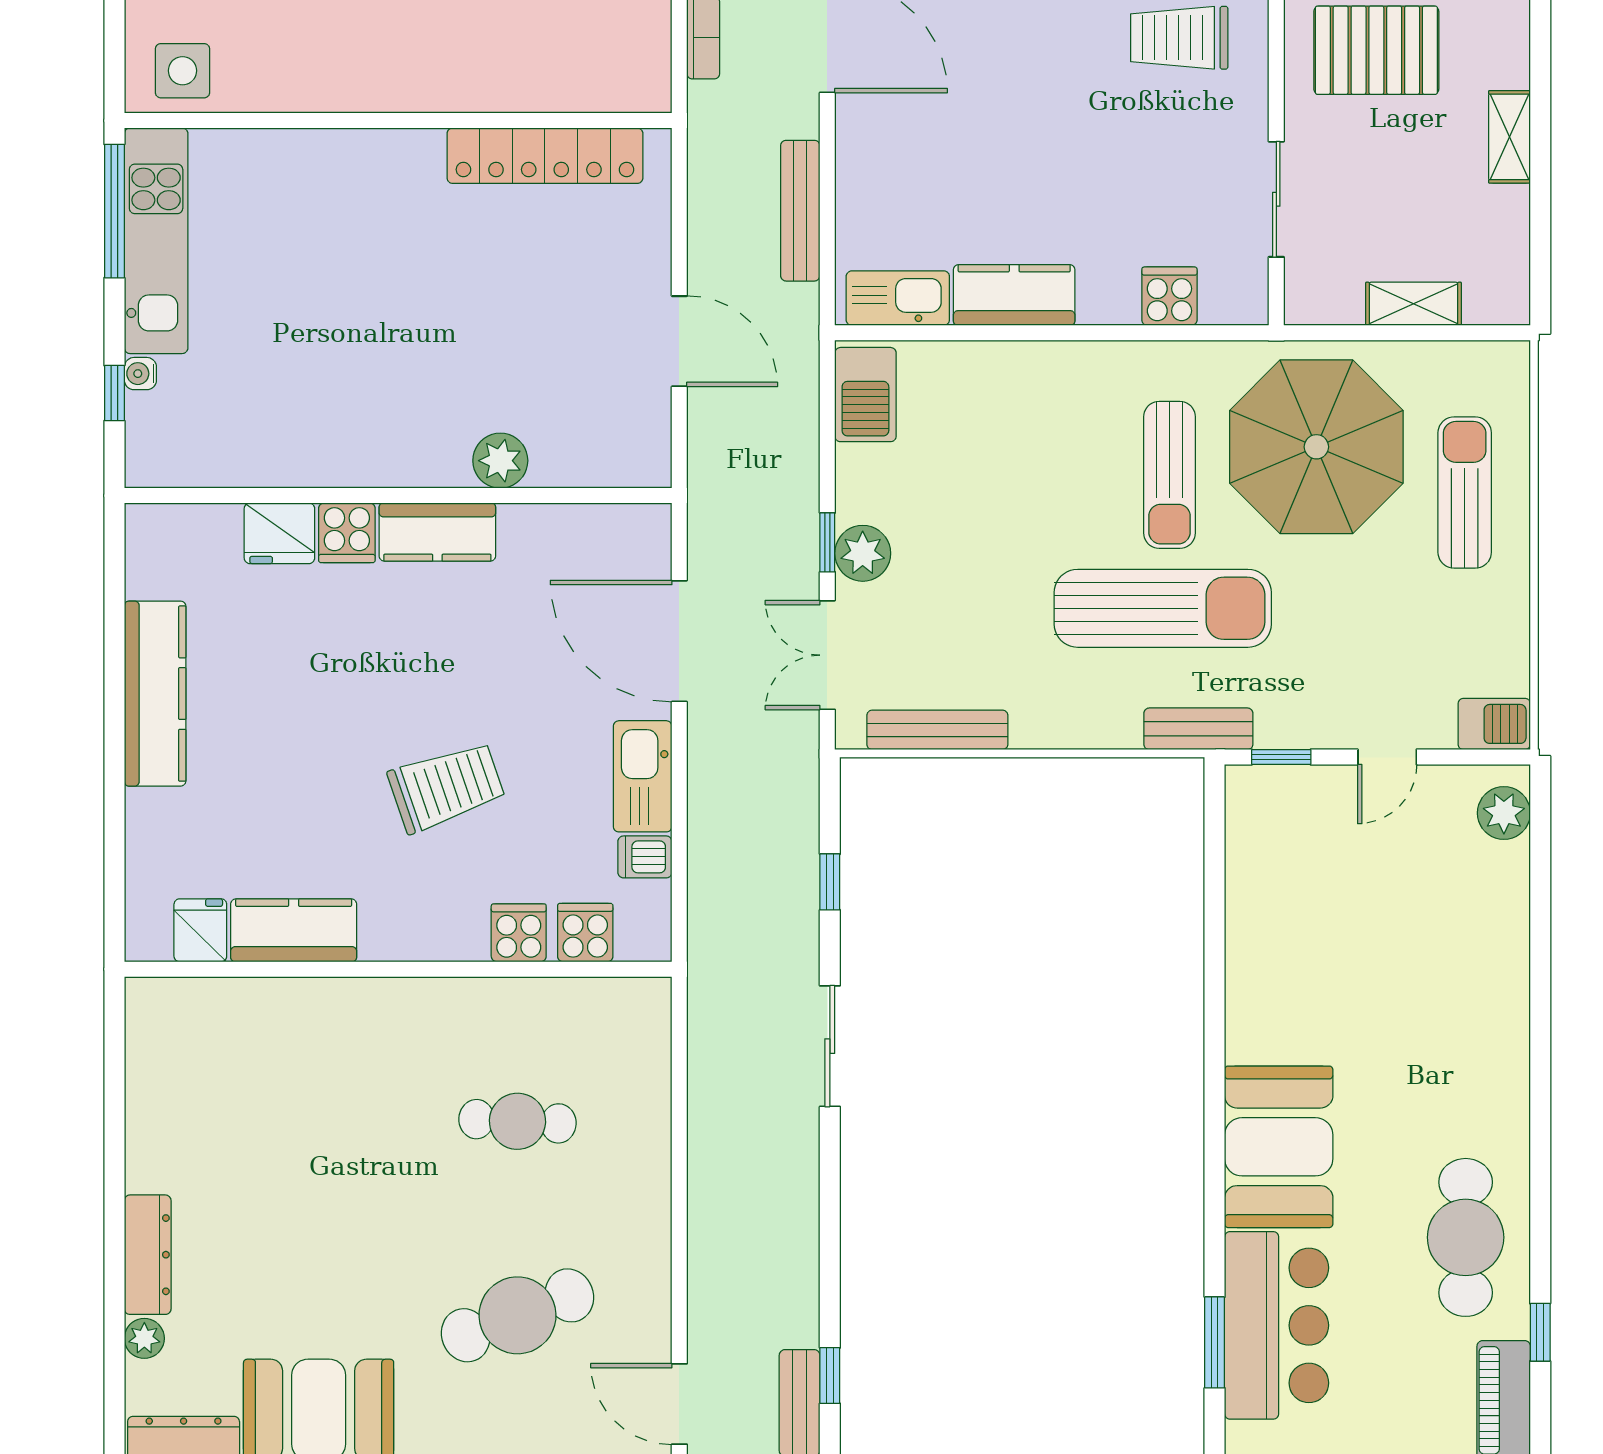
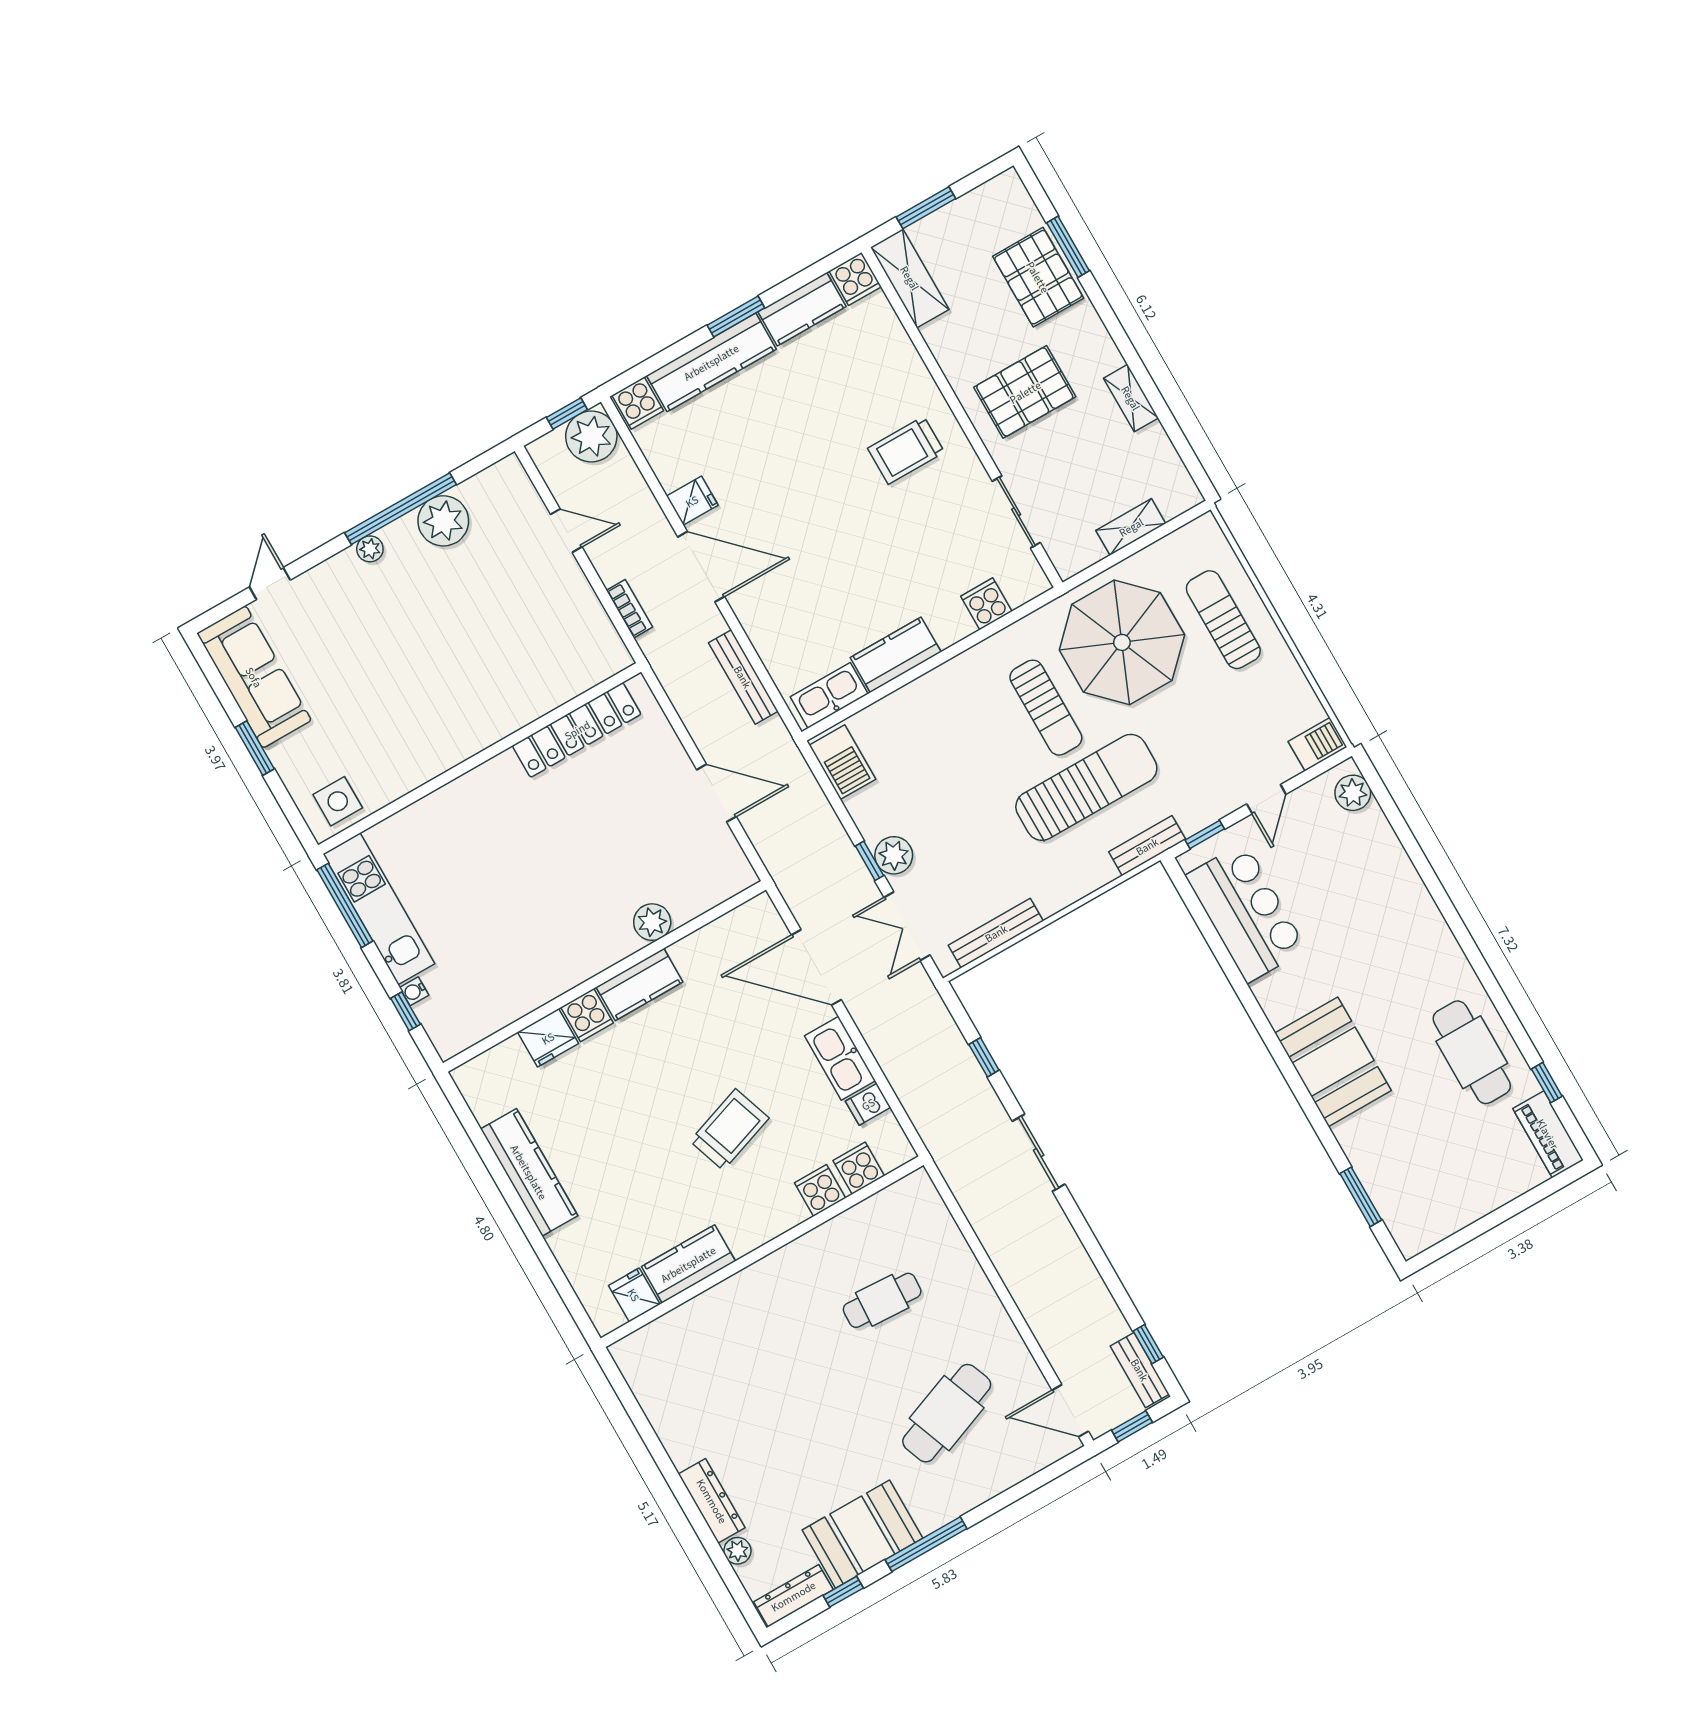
bar counter: (1277, 1325) -> (1246, 913), moved

